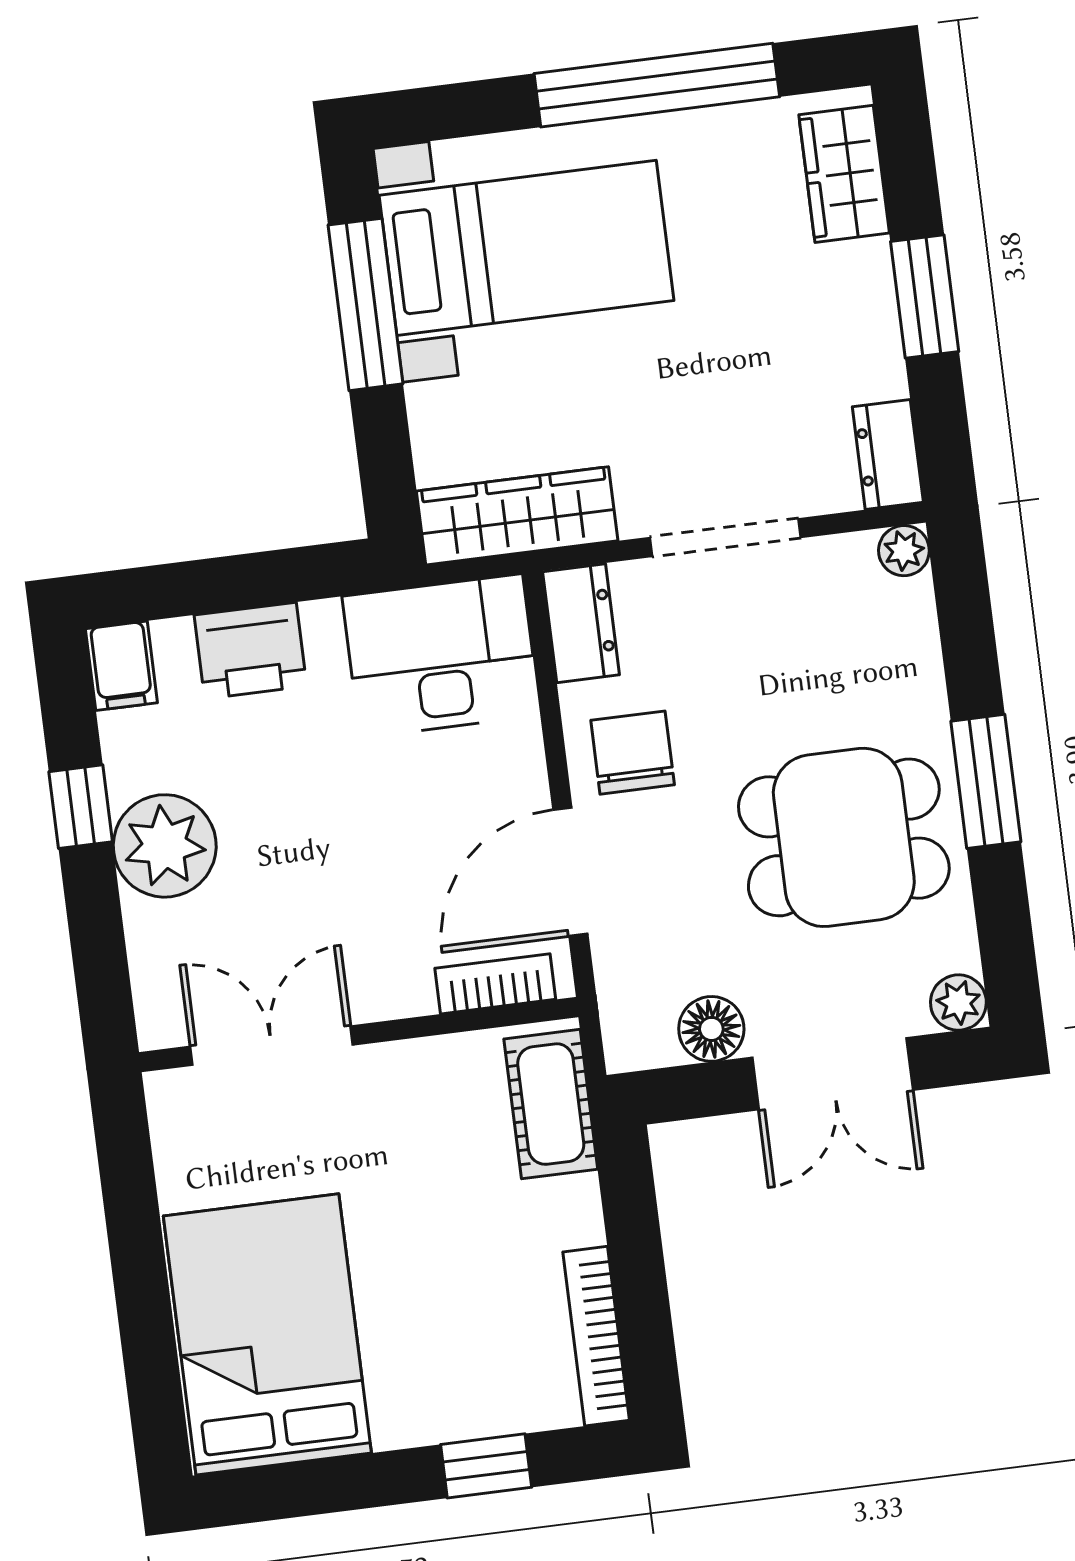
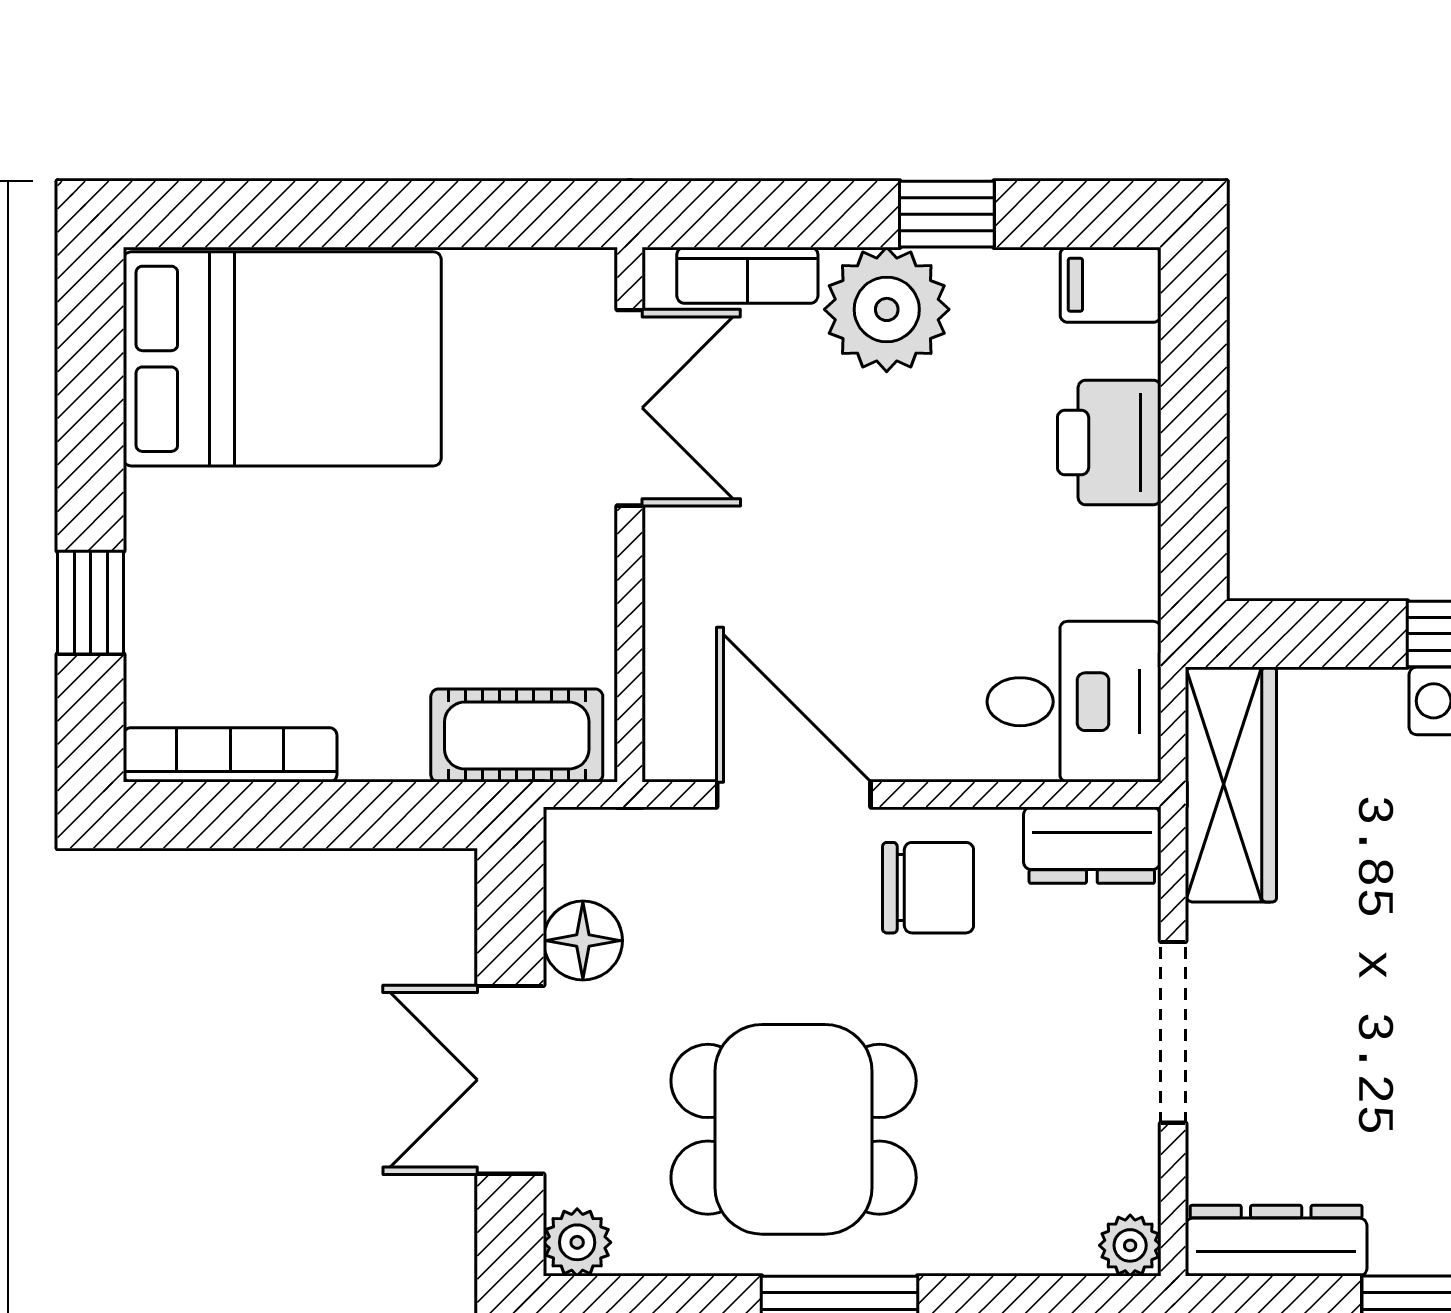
dresser: (888, 454) -> (1276, 1241), width x1.44
desk: (441, 656) -> (1074, 702), width x0.73
dining table: (844, 837) -> (794, 1129), turned 90
bookcase: (495, 984) -> (747, 275), moved, turned 90

